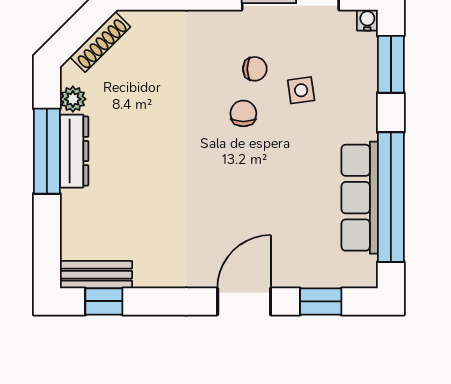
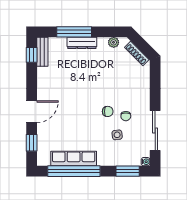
window: (47, 151) -> (74, 32), moved
dresser: (74, 151) -> (82, 43), moved
door: (244, 301) -> (32, 112), hinge flipped

